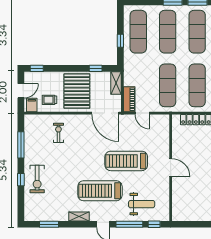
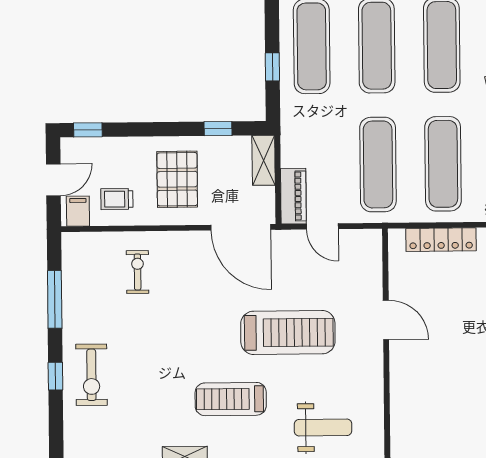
pallet: (77, 91) -> (177, 179), width x0.73, depth x0.71
treadmill: (126, 161) -> (288, 333), turned 180
door: (171, 168) -> (386, 320), moved
treadmill: (100, 191) -> (231, 399), width x0.73, depth x0.73

